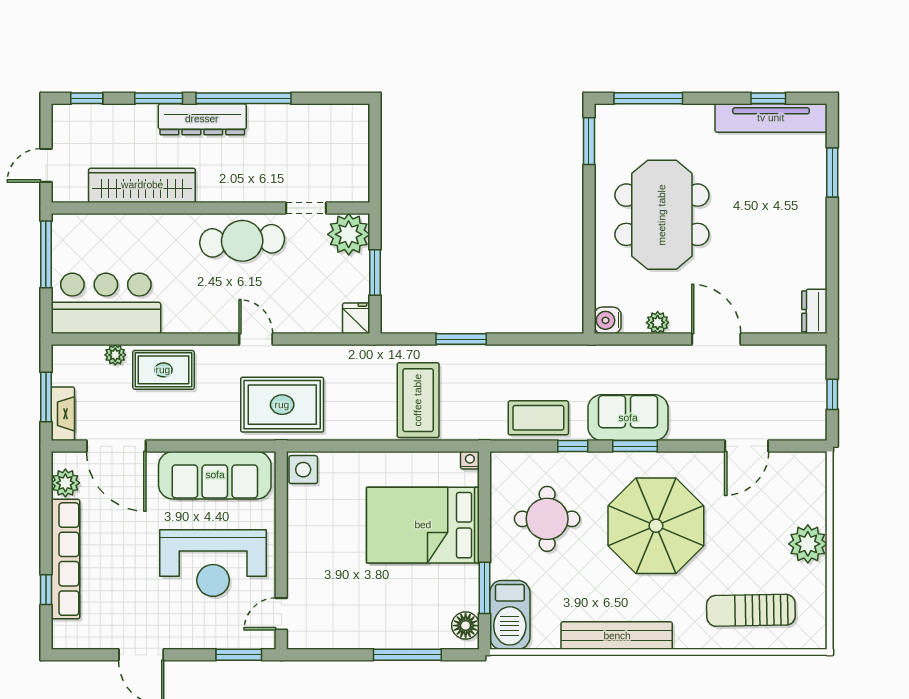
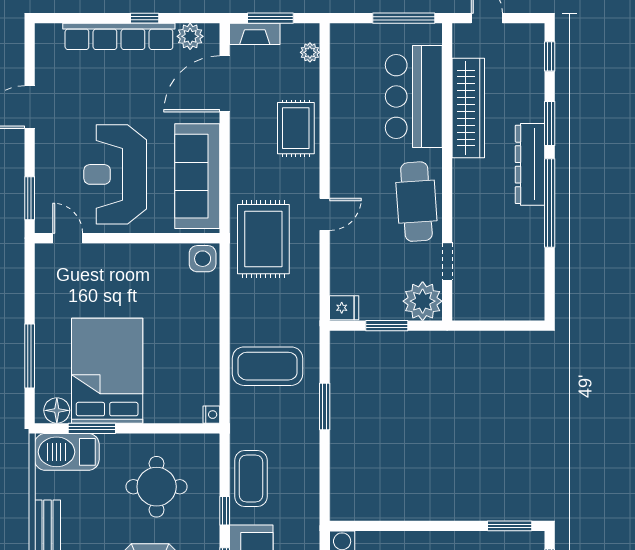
bar counter: (106, 303) -> (414, 96), moved, turned 180
plant: (115, 355) -> (310, 52), moved
bed: (423, 525) -> (107, 371), moved
window: (46, 590) -> (145, 18), moved

